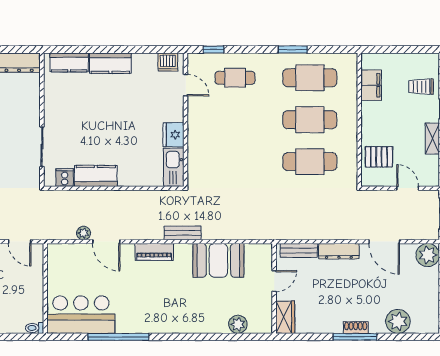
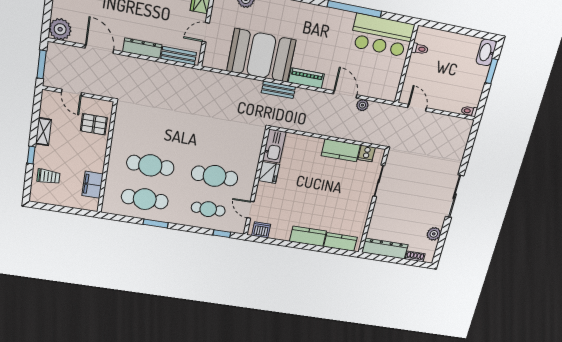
cafe table: (310, 162) -> (215, 176), moved
booth: (218, 260) -> (261, 55), width x1.36, depth x1.42
toilet: (35, 328) -> (420, 49), moved

